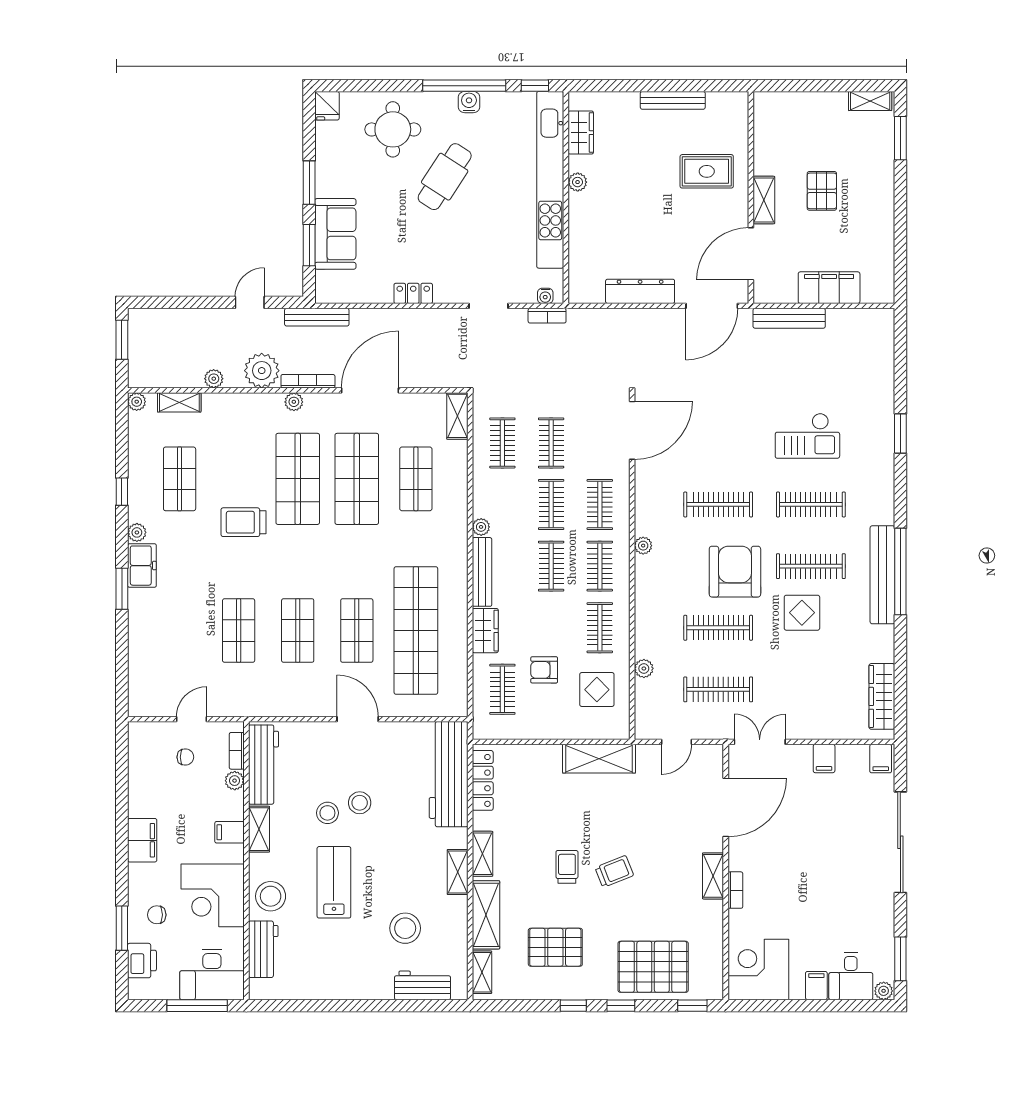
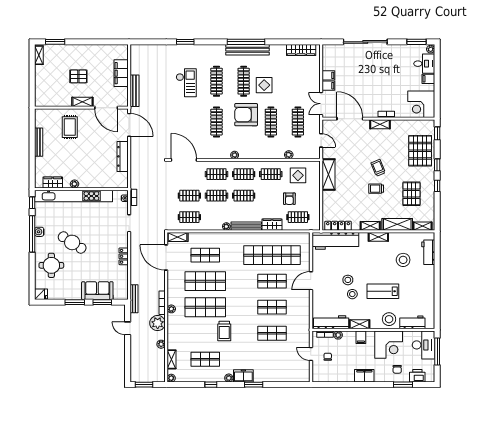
door: (370, 390) -> (166, 258), moved
filing cabinet: (881, 759) -> (328, 86), moved

